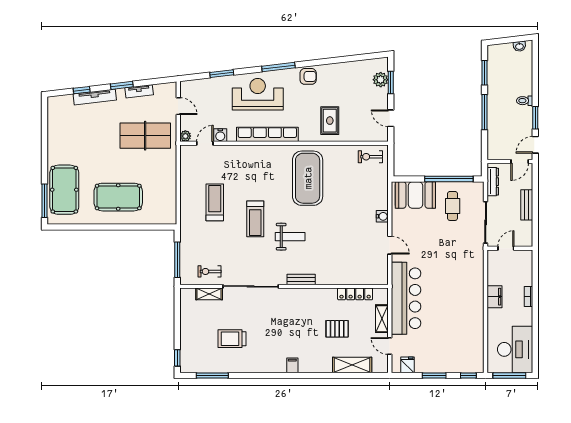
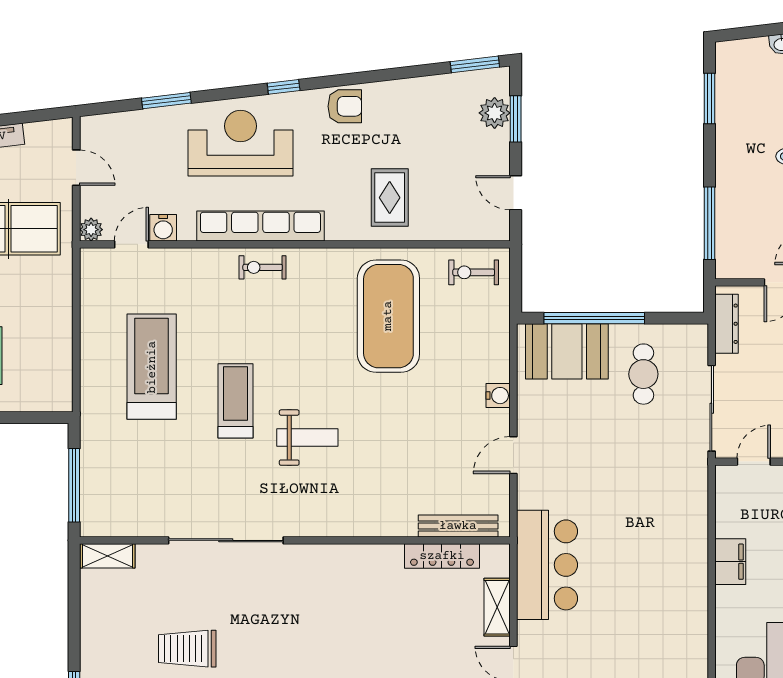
window: (371, 56) -> (475, 64), added
window: (278, 67) -> (284, 87), width x0.46
window: (484, 112) -> (710, 223), moved
exercise mat: (308, 178) -> (388, 316), moved
window: (449, 179) -> (594, 318), moved
treadmill: (215, 202) -> (152, 367), width x1.37, depth x1.38
treadmill: (255, 219) -> (235, 401), turned 180
door: (390, 245) -> (513, 455), swing flipped
exercise bike: (210, 271) -> (263, 267), moved
bench: (301, 279) -> (458, 526), moved, width x1.36
shelving: (209, 294) -> (107, 556), moved
bar counter: (406, 298) -> (547, 565), width x0.73
pallet: (337, 329) -> (405, 628), removed

